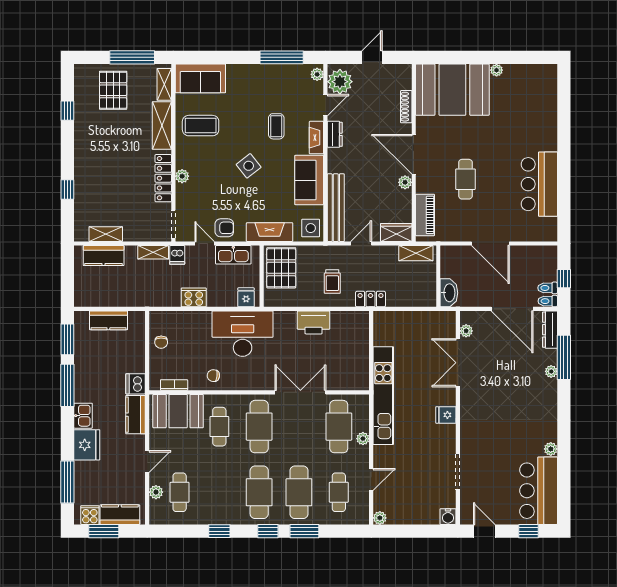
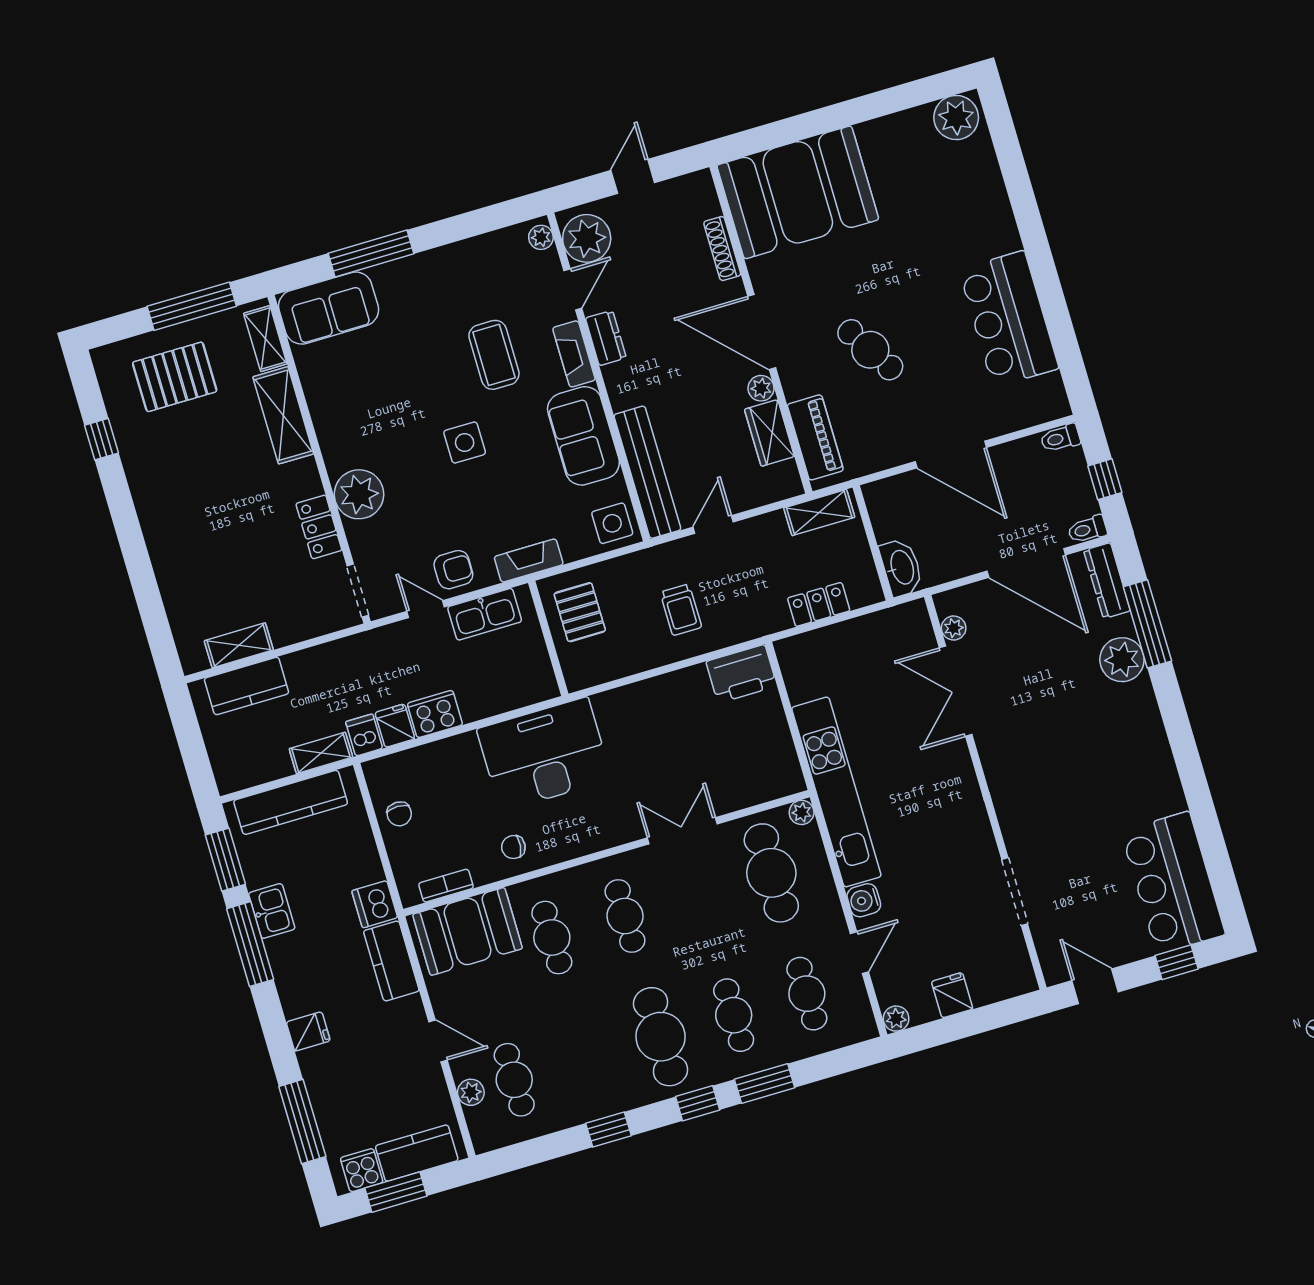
window: (282, 57) -> (371, 254), moved
plant: (497, 70) -> (956, 118), moved, width x1.88, depth x1.88
pallet: (113, 90) -> (175, 377), turned 90
coffee table: (201, 126) -> (355, 394), removed
coffee table: (276, 126) -> (494, 355), width x1.36, depth x1.30
side table: (249, 166) -> (465, 443), turned 38
plant: (182, 176) -> (359, 494), width x1.87, depth x1.87
locker: (163, 178) -> (319, 527), width x0.66
cafe table: (465, 179) -> (870, 350), turned -32
window: (67, 189) -> (144, 584), removed
fireplace: (270, 232) -> (529, 561), width x0.73, depth x0.76
wardrobe: (396, 233) -> (769, 433), moved, turned -90
shelving: (153, 252) -> (321, 753), moved
dishwasher: (177, 255) -> (364, 735), moved, turned 180
pallet: (281, 268) -> (580, 612), width x0.67, depth x0.71
toilet: (548, 288) -> (1060, 438), moved
fridge: (246, 297) -> (395, 726), moved
locker: (370, 299) -> (819, 604), moved
kitchen counter: (108, 320) -> (291, 802), width x1.50
printer: (314, 322) -> (741, 674), moved
plant: (551, 371) -> (1122, 660), width x1.88, depth x1.88
double door: (300, 392) -> (682, 831), width x0.73
fridge: (446, 415) -> (952, 995), moved, turned 90
kitchen sink: (83, 416) -> (272, 911), moved
cafe table: (259, 427) -> (625, 916), width x0.73, depth x0.74
plant: (363, 439) -> (802, 812), moved
fridge: (87, 445) -> (308, 1031), width x0.53, depth x0.75
plant: (551, 449) -> (1173, 799), removed
door: (147, 462) -> (438, 1041), hinge flipped
cafe table: (299, 492) -> (734, 1015), width x0.73, depth x0.74
water cooler: (448, 517) -> (864, 900), moved, turned 90

